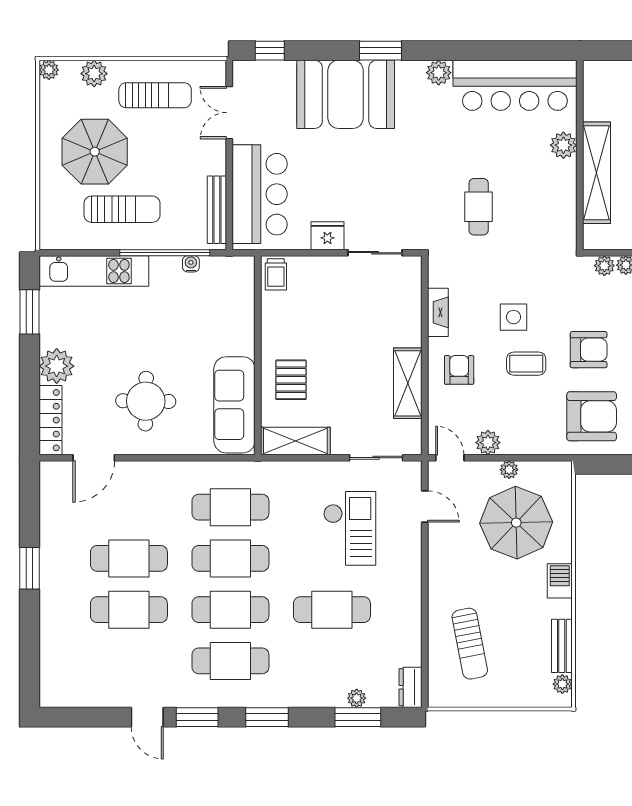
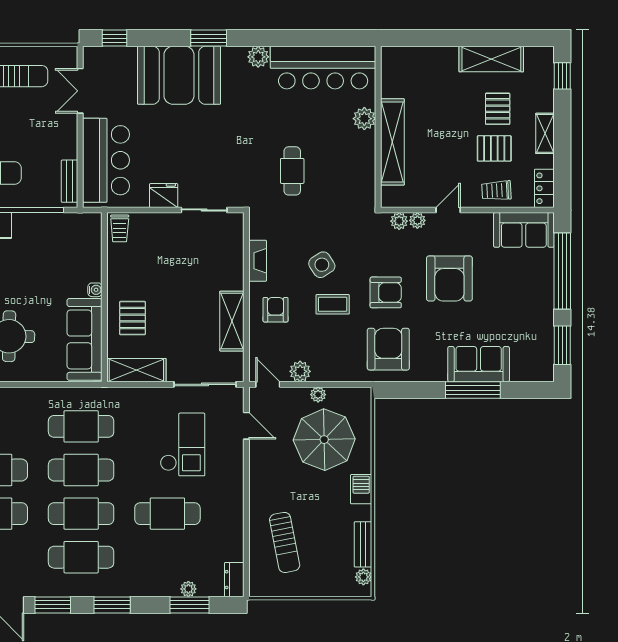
bench: (217, 210) -> (70, 181), width x0.73
water cooler: (191, 264) -> (95, 290), moved, turned 90
side table: (513, 317) -> (322, 265), turned -33
armchair: (592, 416) -> (388, 349), turned -90
sliding door: (376, 458) -> (205, 384), width x1.37

